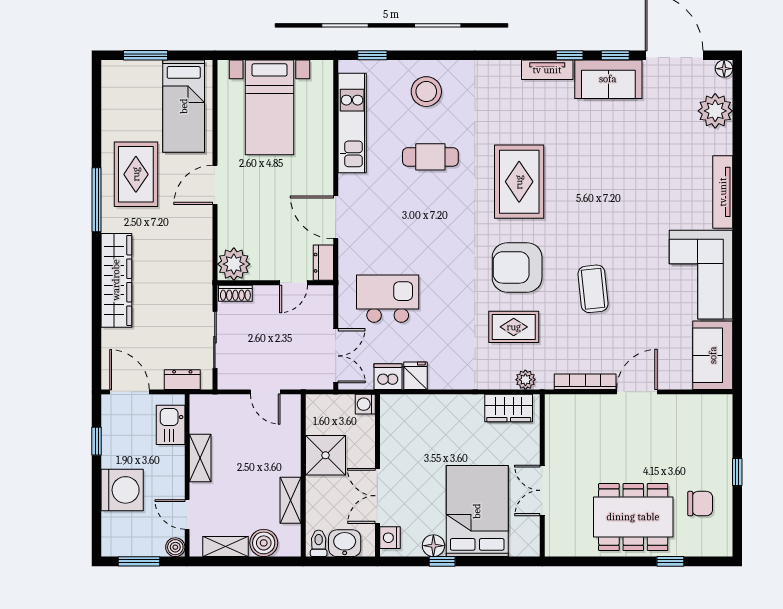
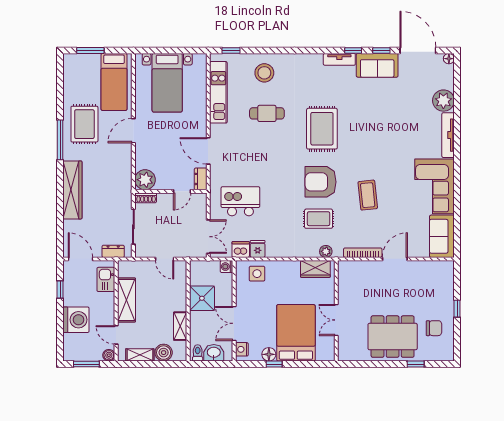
plant: (715, 111) -> (443, 101), moved
side table: (414, 416) -> (257, 274), added
shelving: (200, 458) -> (126, 300), width x1.50, depth x1.33

